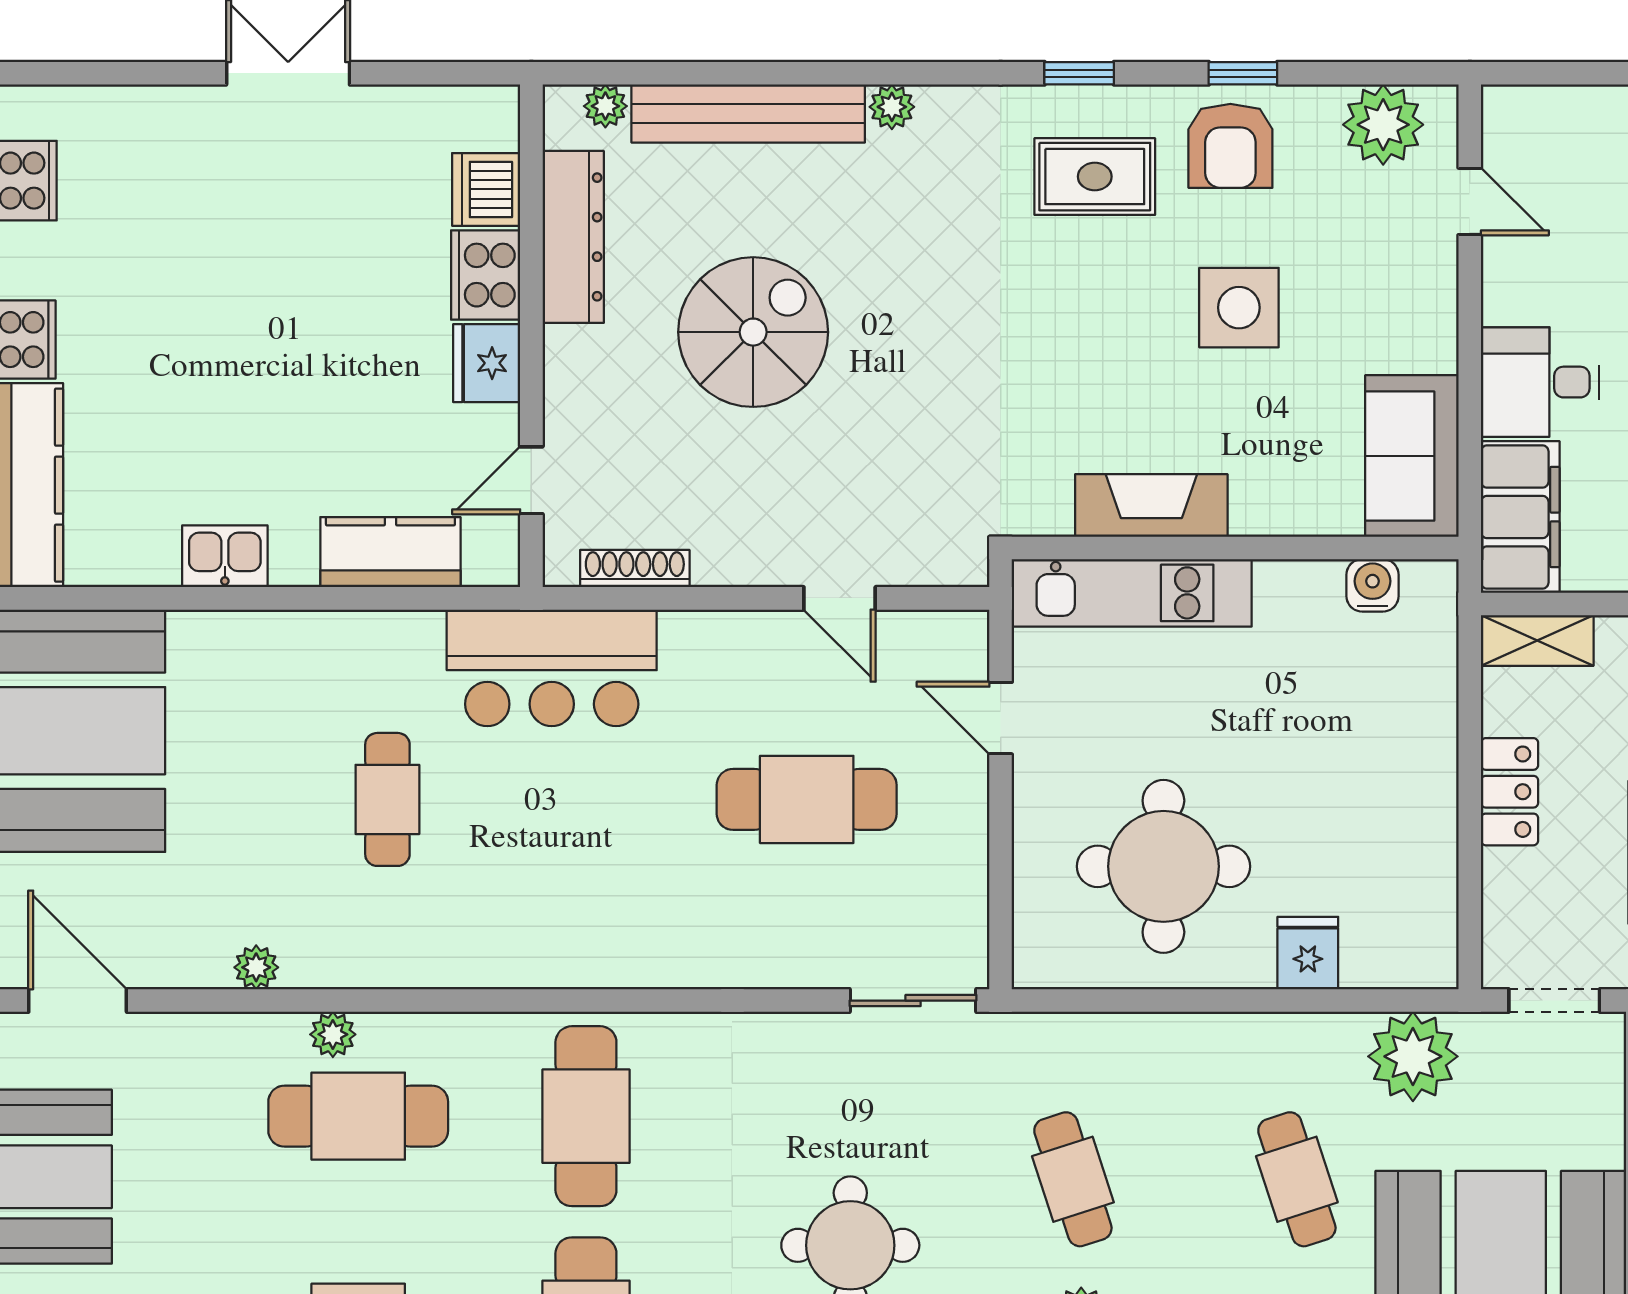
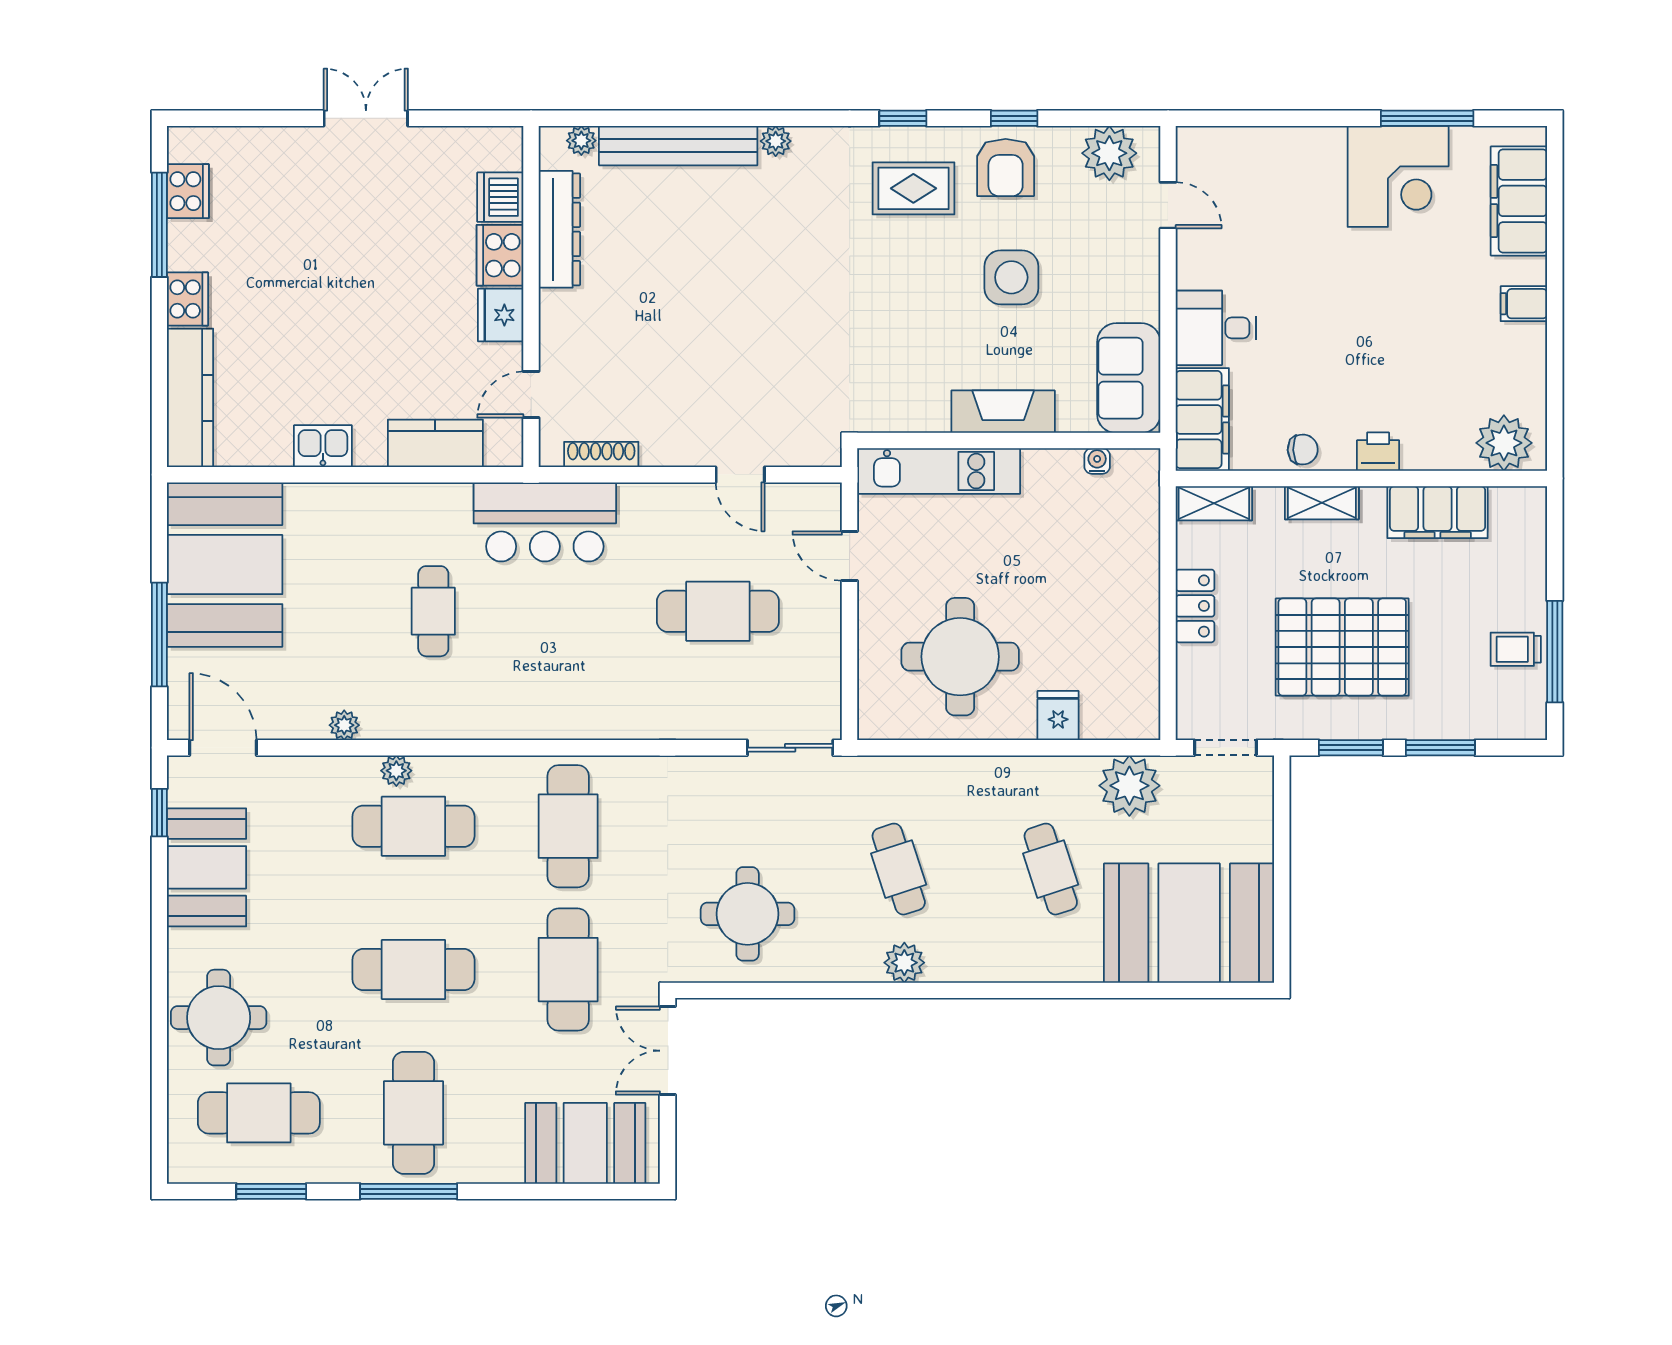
spiral stairs: (753, 332) -> (682, 294), removed
fireplace: (1151, 506) -> (1003, 412), moved
water cooler: (1373, 585) -> (1097, 461), width x0.72, depth x0.72

